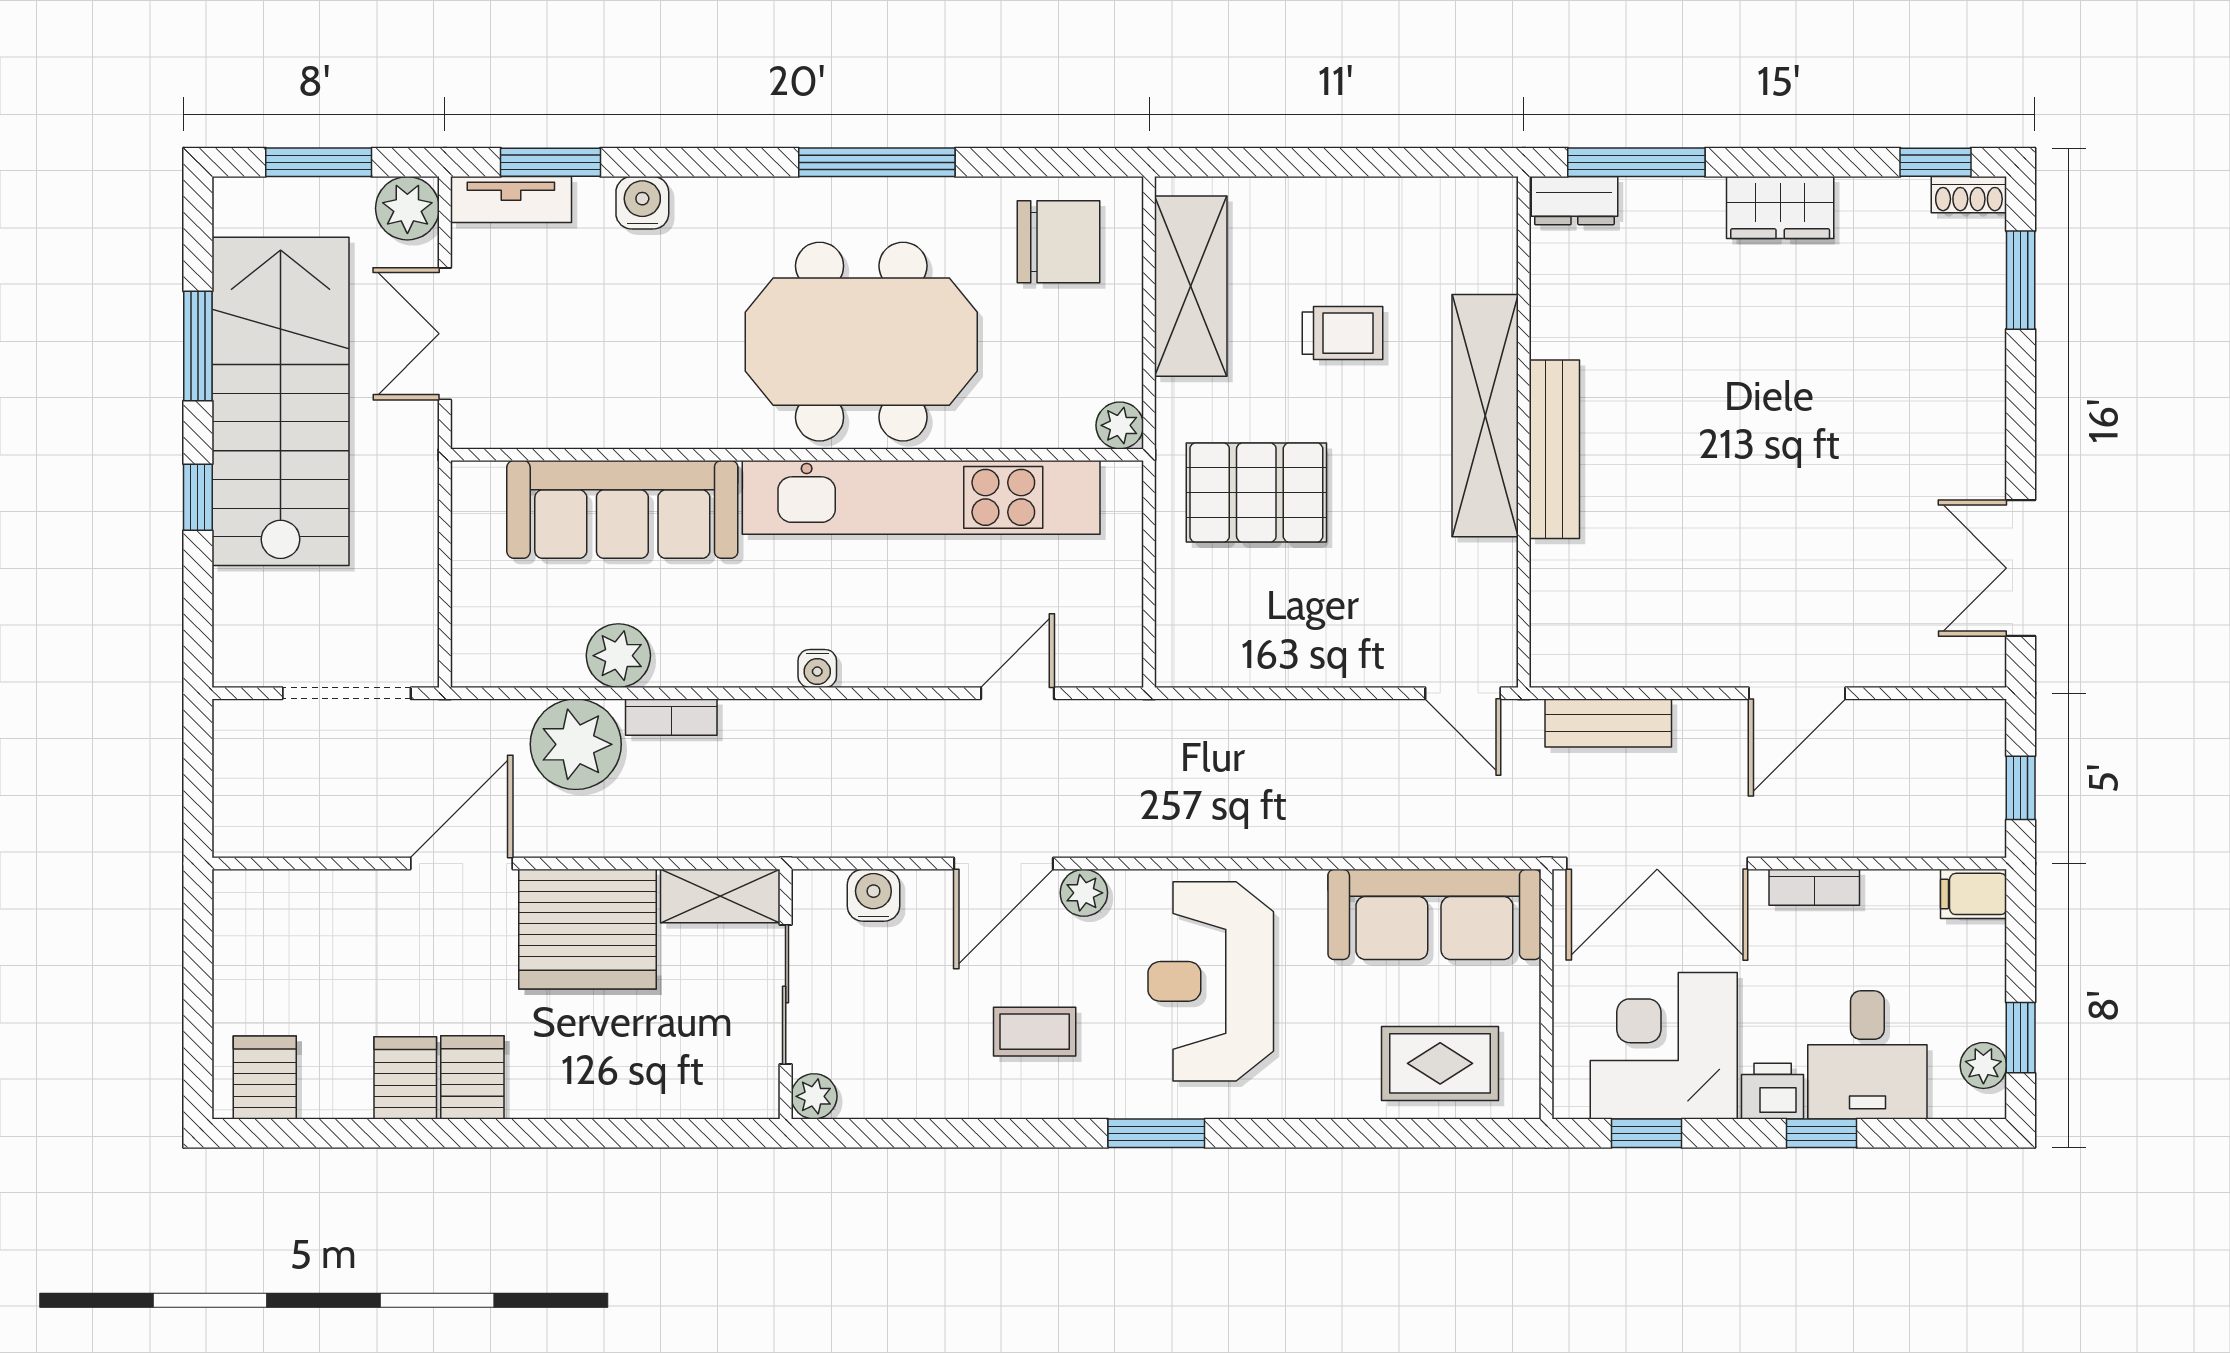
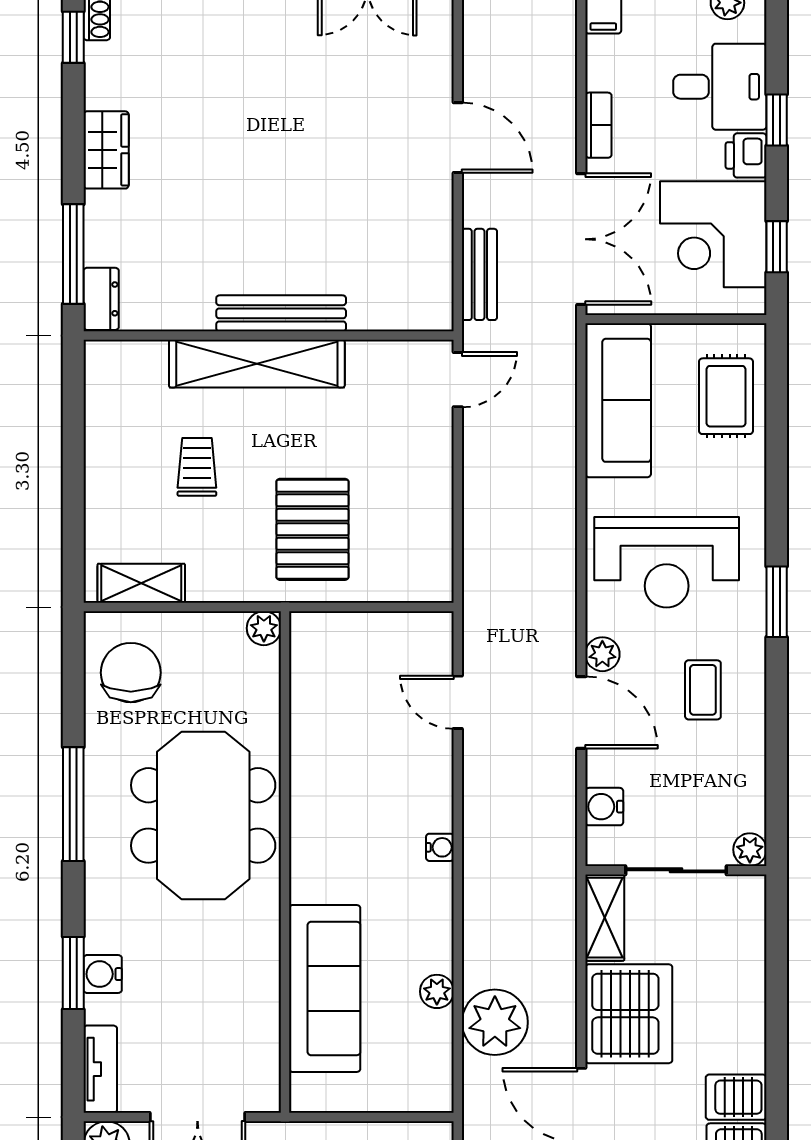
window: (550, 162) -> (73, 973), moved
shelving: (1191, 286) -> (141, 583), width x0.67, depth x0.75
kitchen unit: (921, 497) -> (316, 772), removed
plant: (618, 656) -> (437, 991), width x0.73, depth x0.73
bookcase: (671, 717) -> (475, 953), removed

